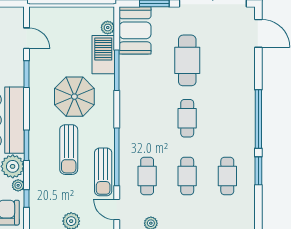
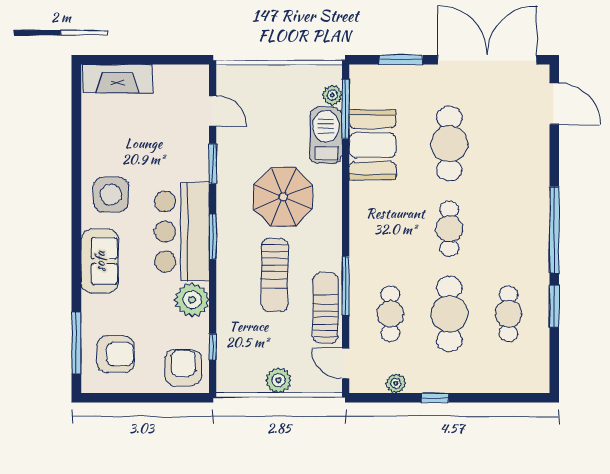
booth: (135, 30) -> (373, 145), moved
window: (117, 70) -> (346, 109), moved
window: (27, 145) -> (213, 237), moved
window: (117, 157) -> (346, 286), width x0.68
sun lounger: (103, 172) -> (326, 308), turned 180
cafe table: (187, 176) -> (449, 314), width x1.37, depth x1.35
plant: (18, 185) -> (200, 328), removed

